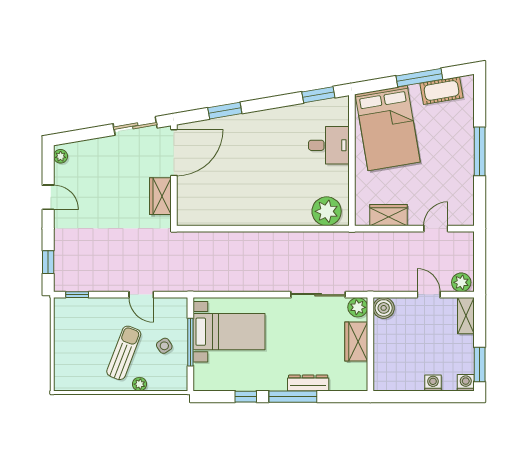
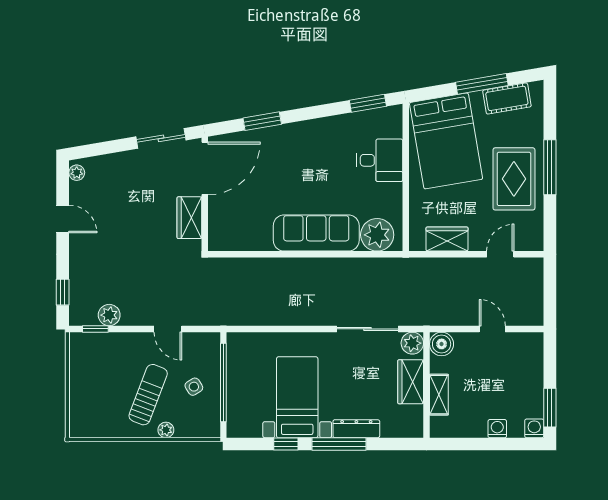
rug: (448, 162) -> (514, 179), added
sofa: (273, 210) -> (316, 233), added
plant: (461, 282) -> (109, 315), moved
shelving: (466, 316) -> (439, 395), moved
bed with nightstands: (229, 332) -> (297, 397), moved, turned -90
window: (190, 342) -> (223, 383), width x1.46

